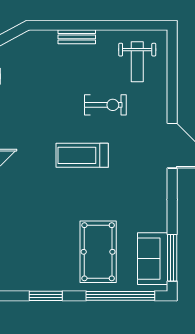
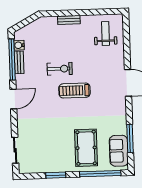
weight bench: (137, 62) -> (105, 34), turned 180
exercise bike: (105, 105) -> (60, 69), moved
window: (172, 258) -> (130, 139), moved

